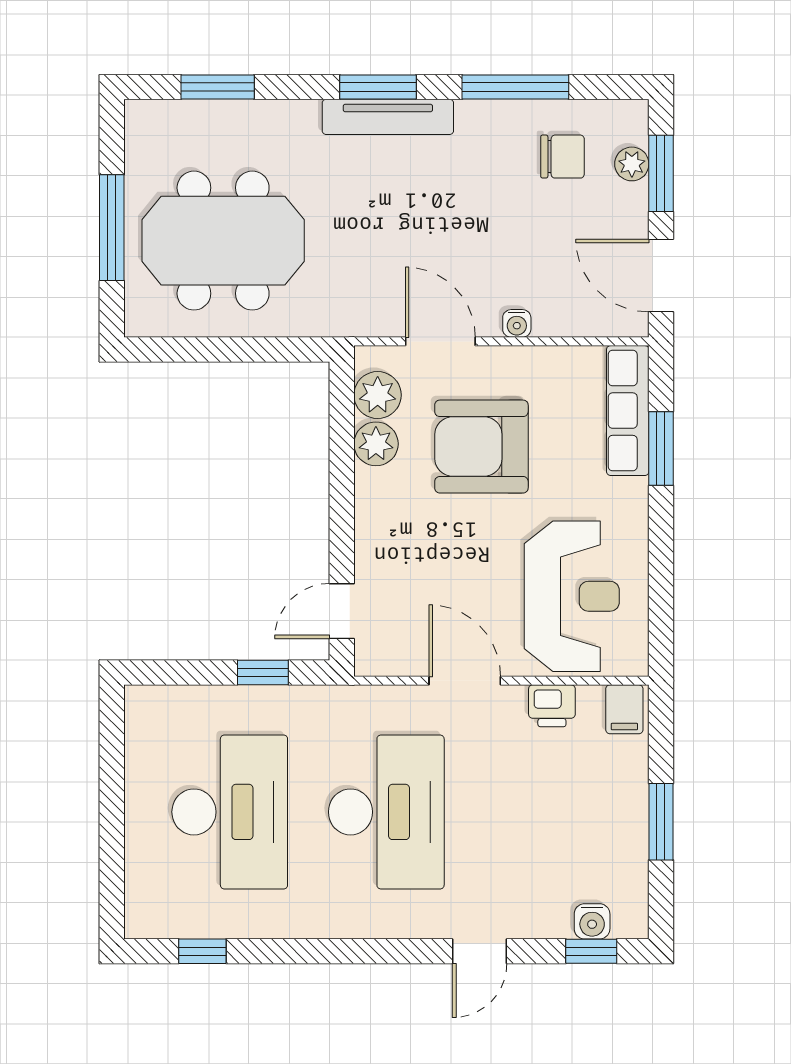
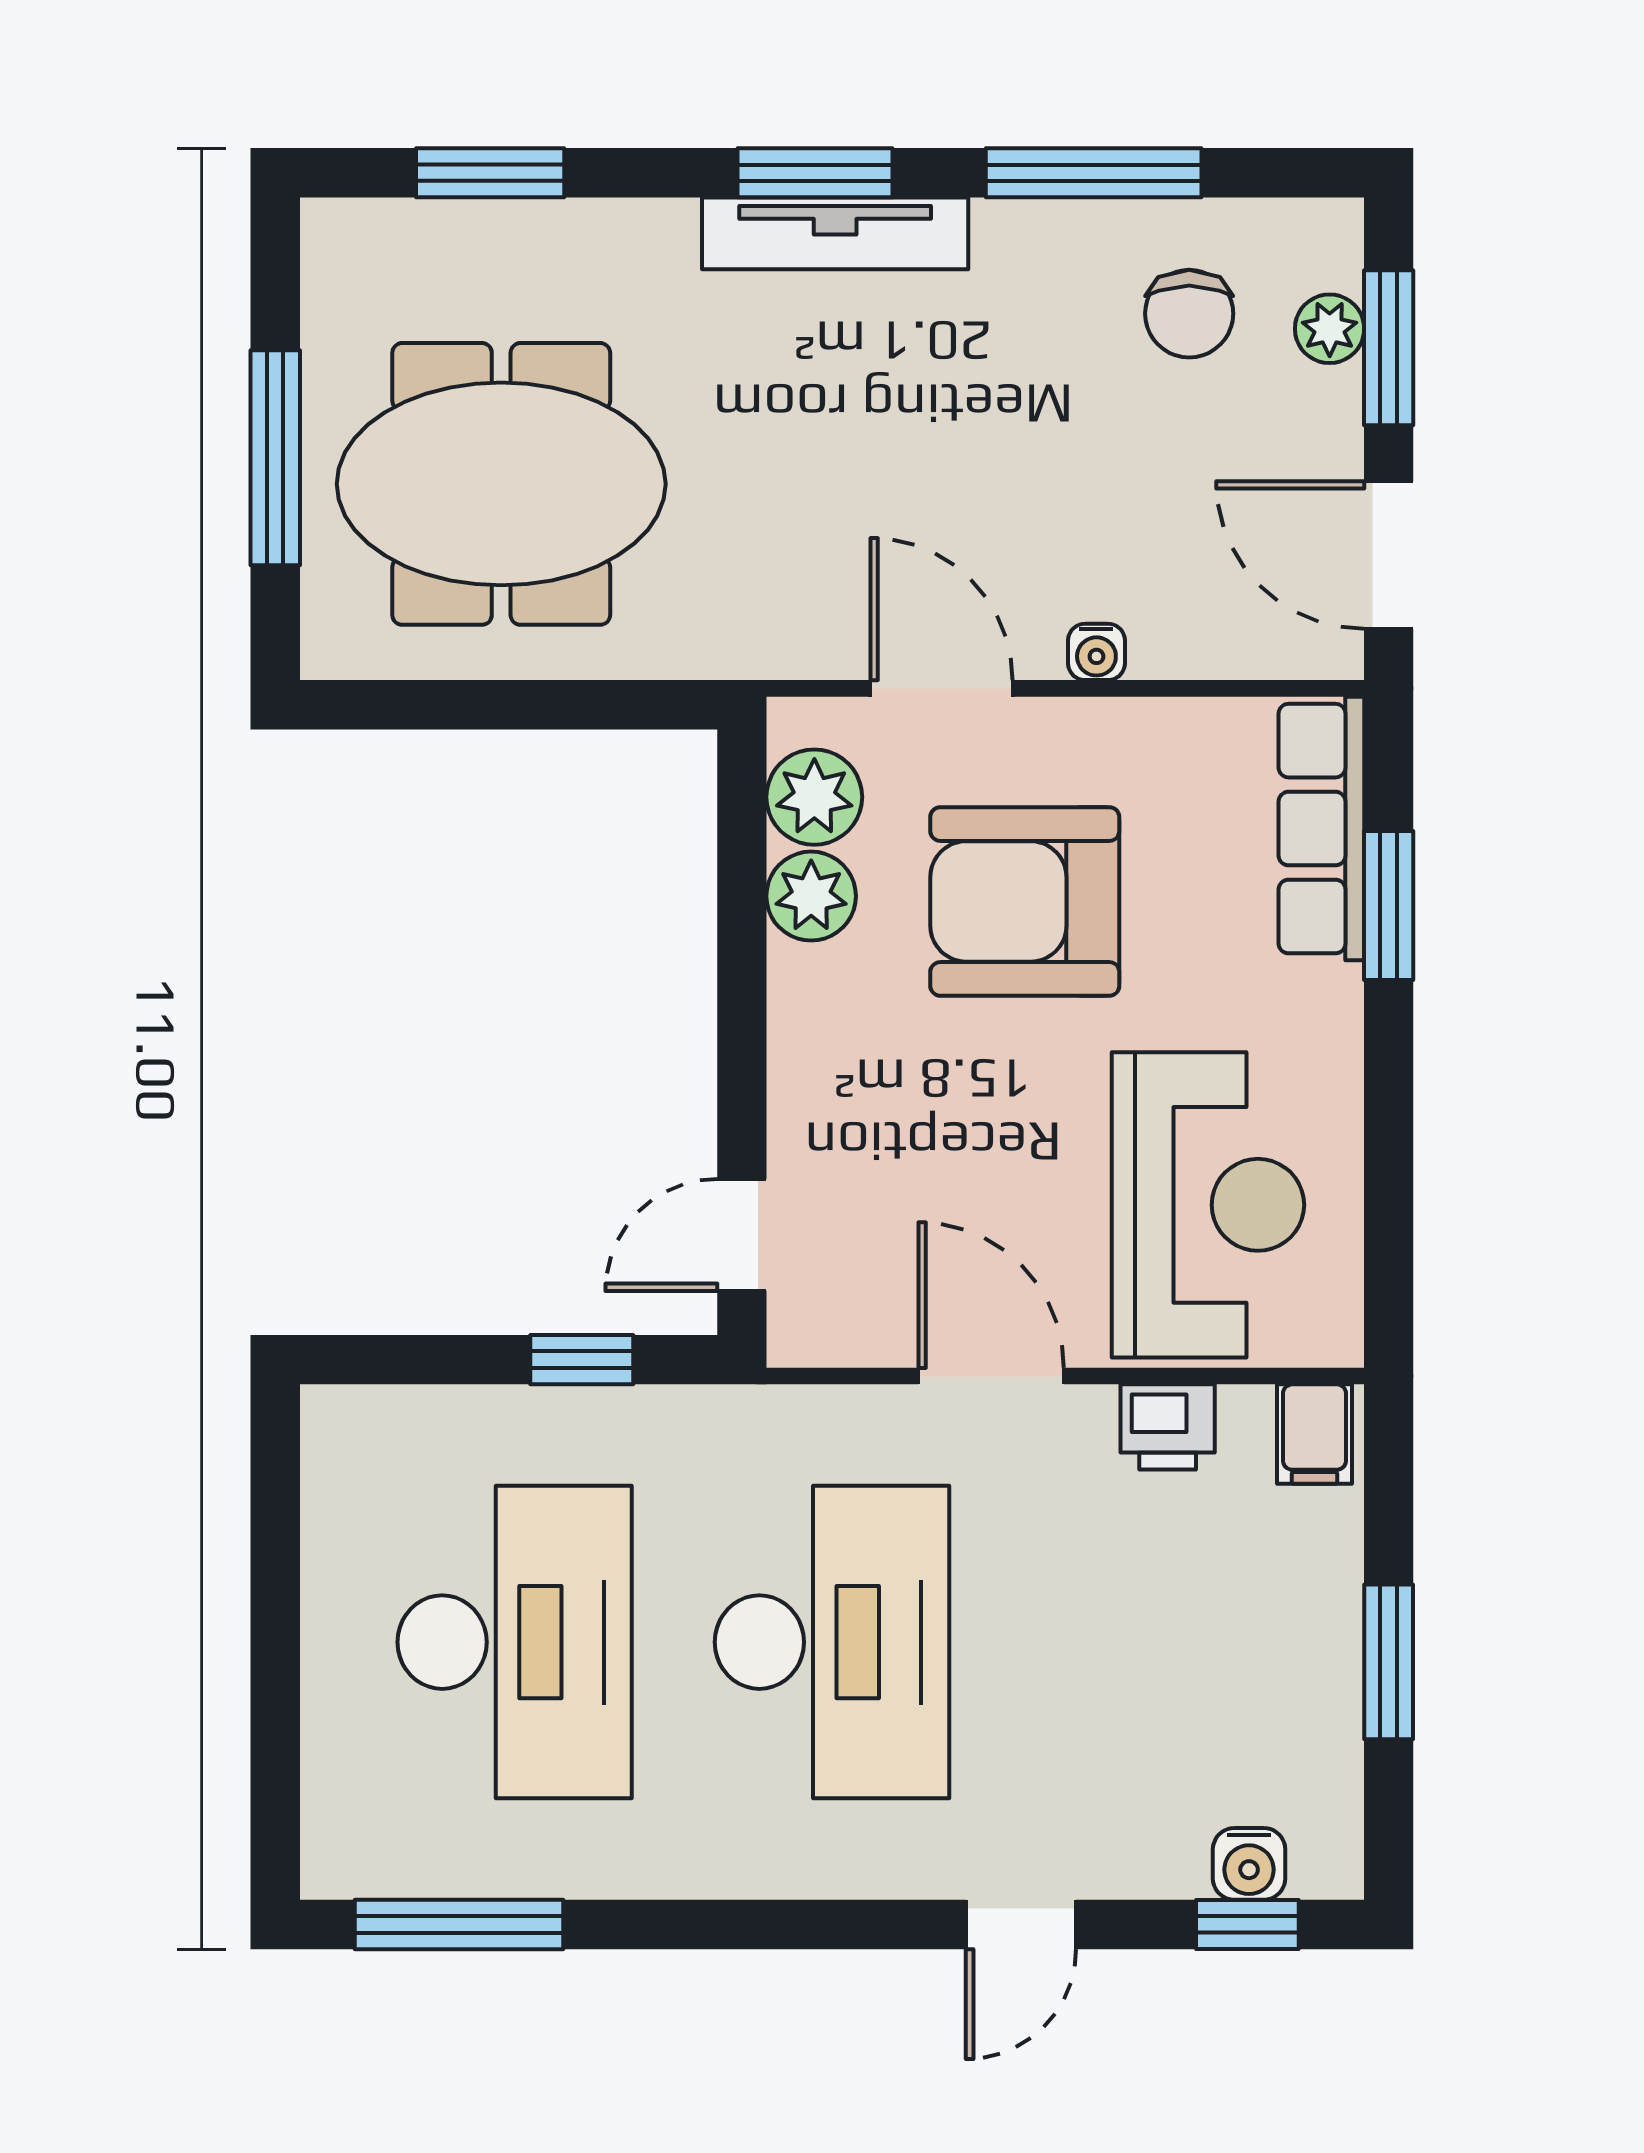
chair: (563, 157) -> (1189, 314), turned 90
window: (202, 951) -> (459, 1925), width x2.17

